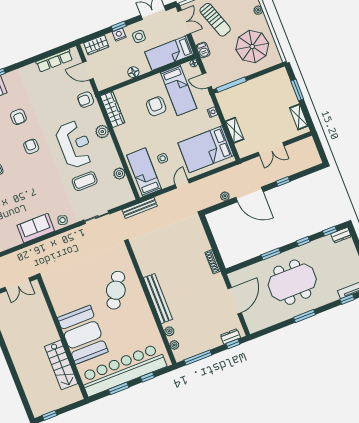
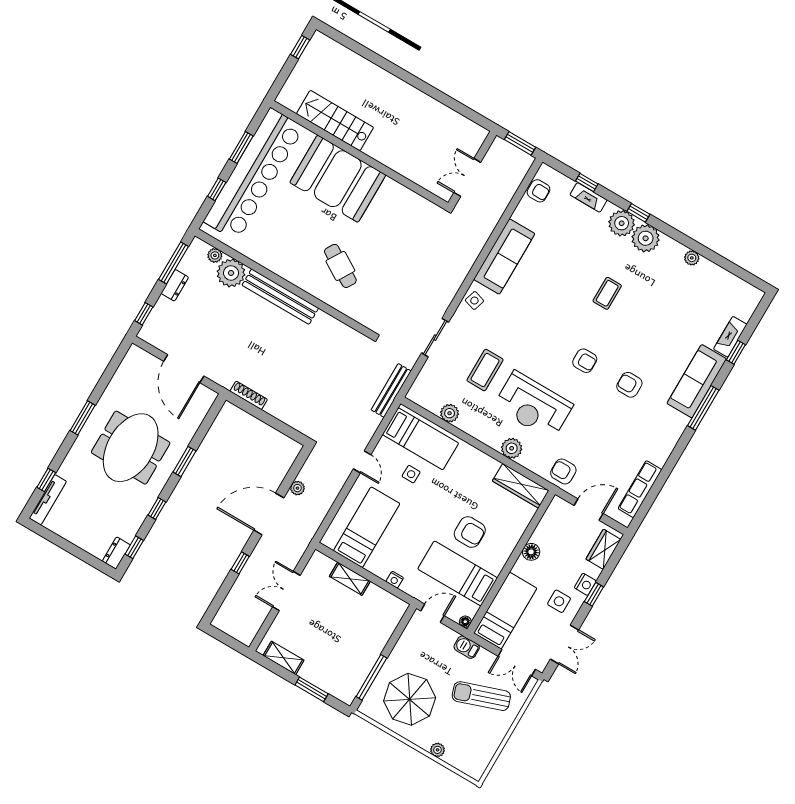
window: (231, 85) -> (371, 677), moved
armchair: (86, 100) -> (563, 471), turned -90
bed: (206, 149) -> (367, 527), width x0.67
sofa: (36, 228) -> (504, 256), width x1.36
cafe table: (116, 290) -> (340, 266), width x0.73, depth x0.74
plant: (169, 331) -> (231, 273), width x1.88, depth x1.88
dresser: (230, 336) -> (175, 285), moved

